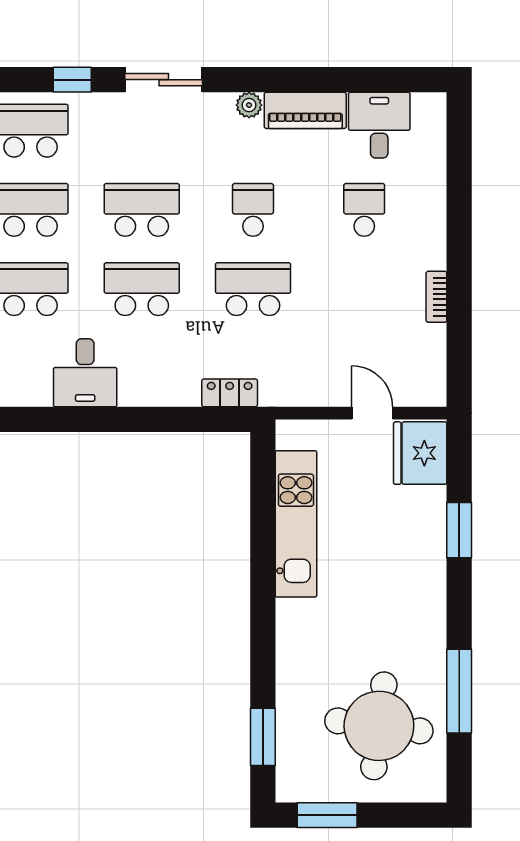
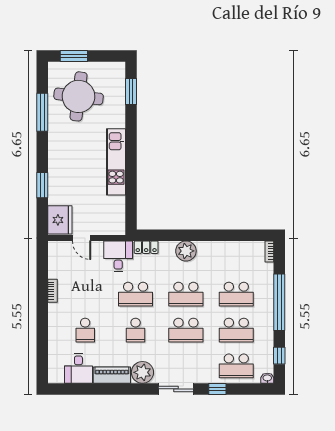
plant: (249, 105) -> (142, 372), width x1.88, depth x1.88
desk: (85, 373) -> (118, 256), moved
plant: (142, 384) -> (186, 251), added
kitchen unit: (296, 524) -> (116, 162), moved
window: (327, 815) -> (74, 56), moved

